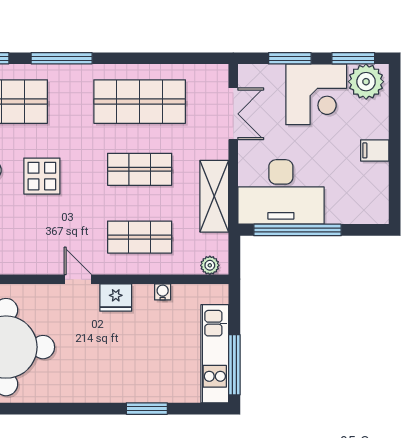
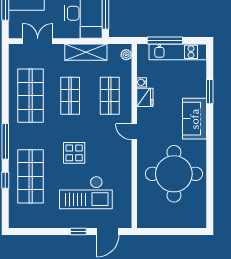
door: (78, 279) -> (134, 132), hinge flipped
fridge: (116, 297) -> (145, 97), moved
window: (234, 365) -> (165, 40), moved
sofa: (100, 382) -> (195, 119), added

